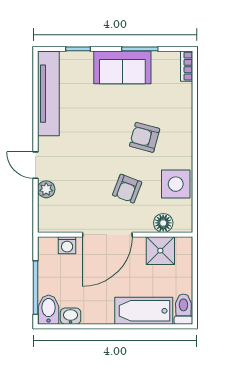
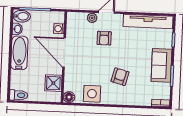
armchair: (127, 189) -> (104, 38), moved, turned -111
floor lamp: (163, 223) -> (69, 97), moved
bathtub: (144, 311) -> (19, 53), moved

